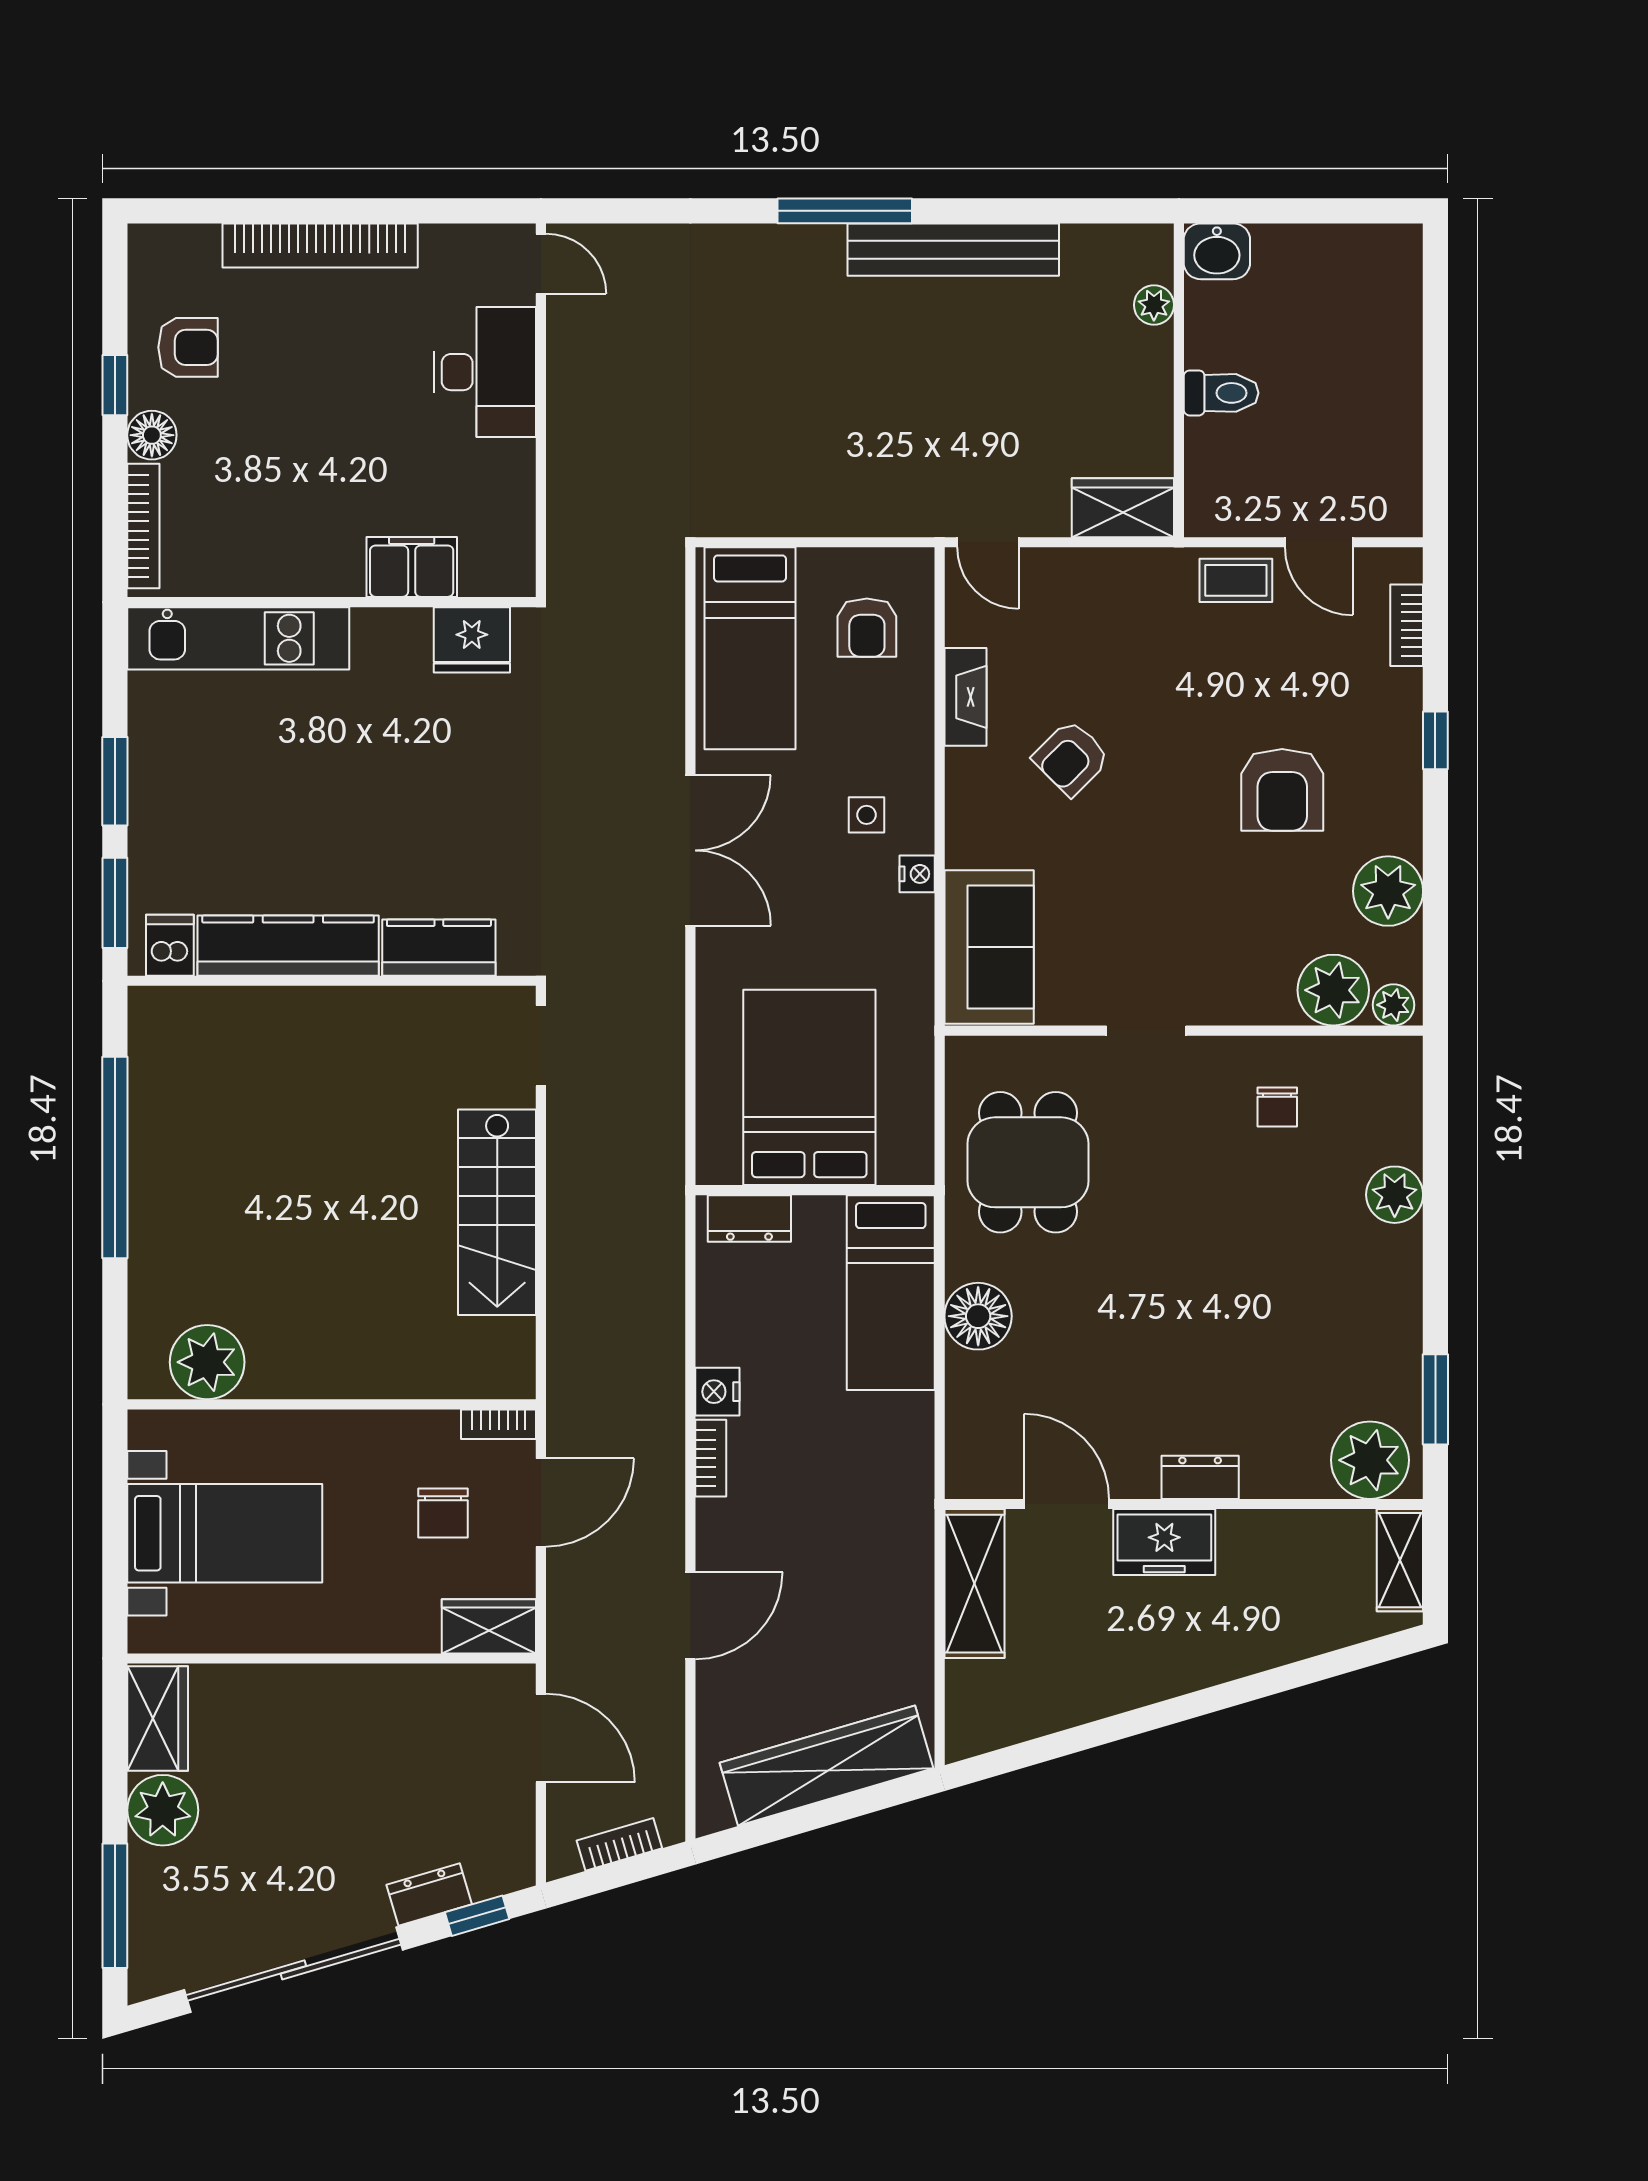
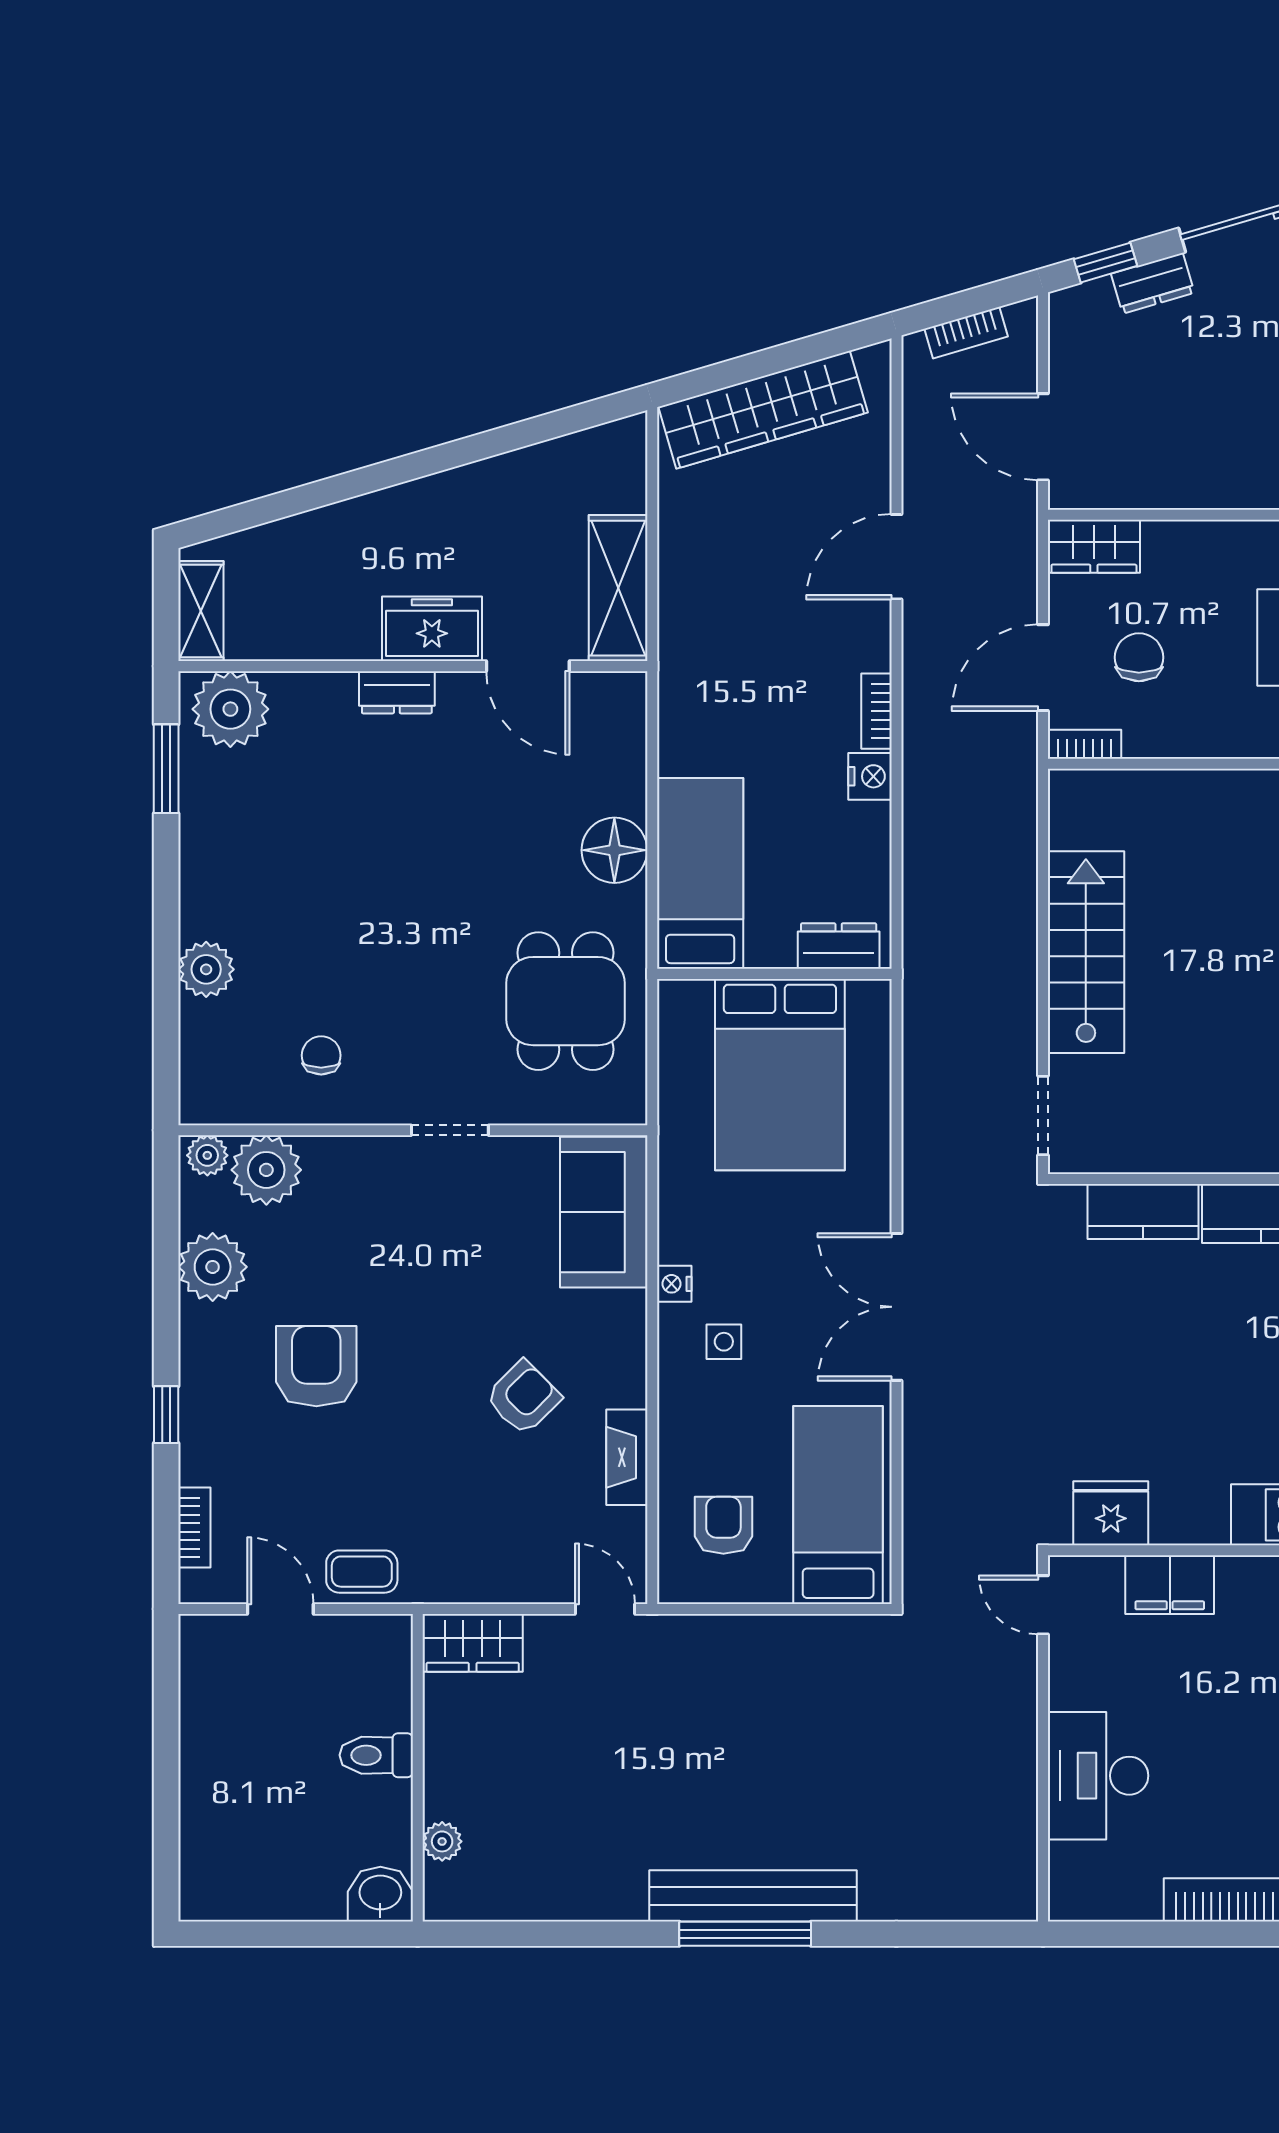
bench: (953, 250) -> (753, 1896), moved
door: (541, 264) -> (1043, 1605), moved

